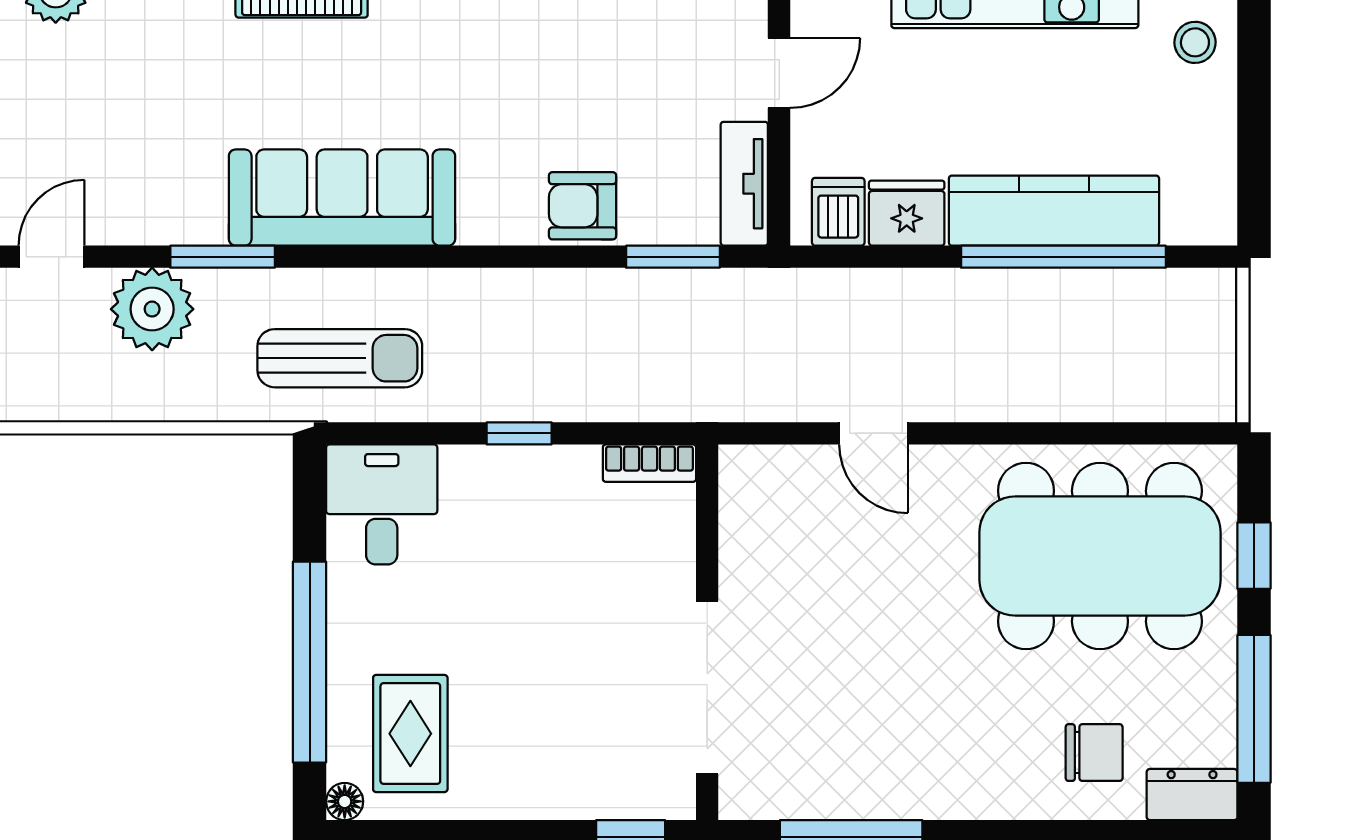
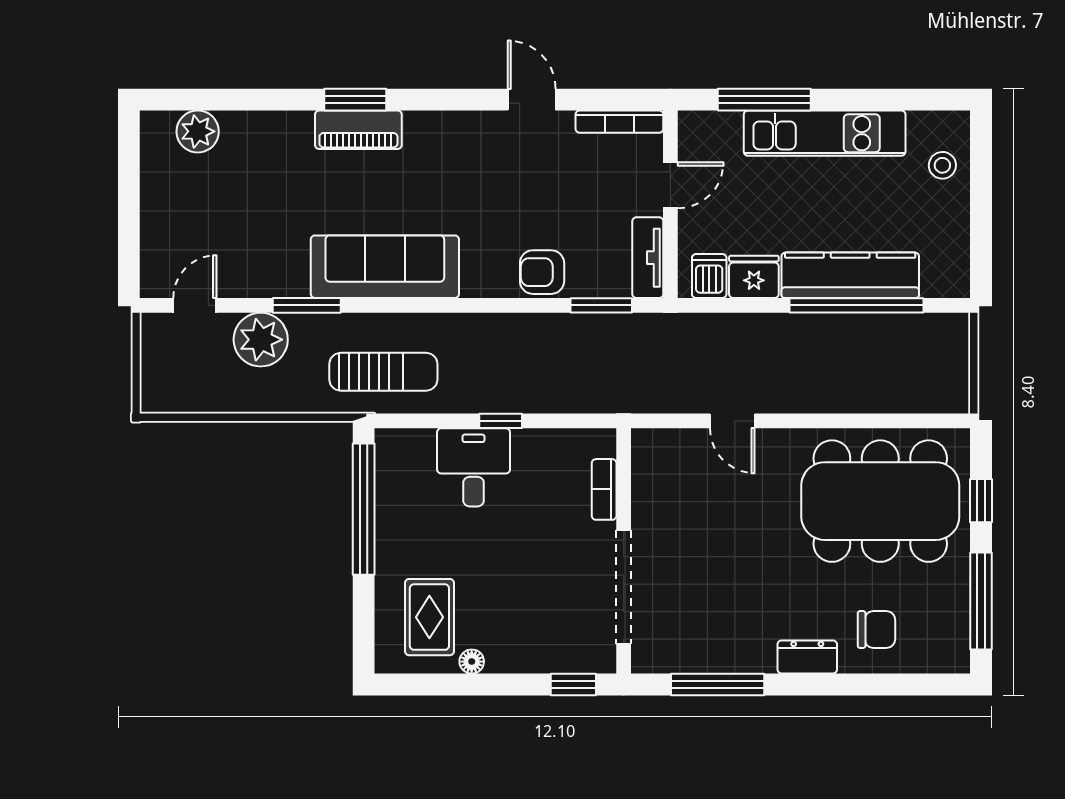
bookcase: (649, 463) -> (604, 489), moved, turned 90
desk: (382, 504) -> (474, 467), moved
window: (310, 662) -> (364, 509), moved
dresser: (1192, 795) -> (807, 657), moved
floor lamp: (345, 801) -> (472, 662), moved

